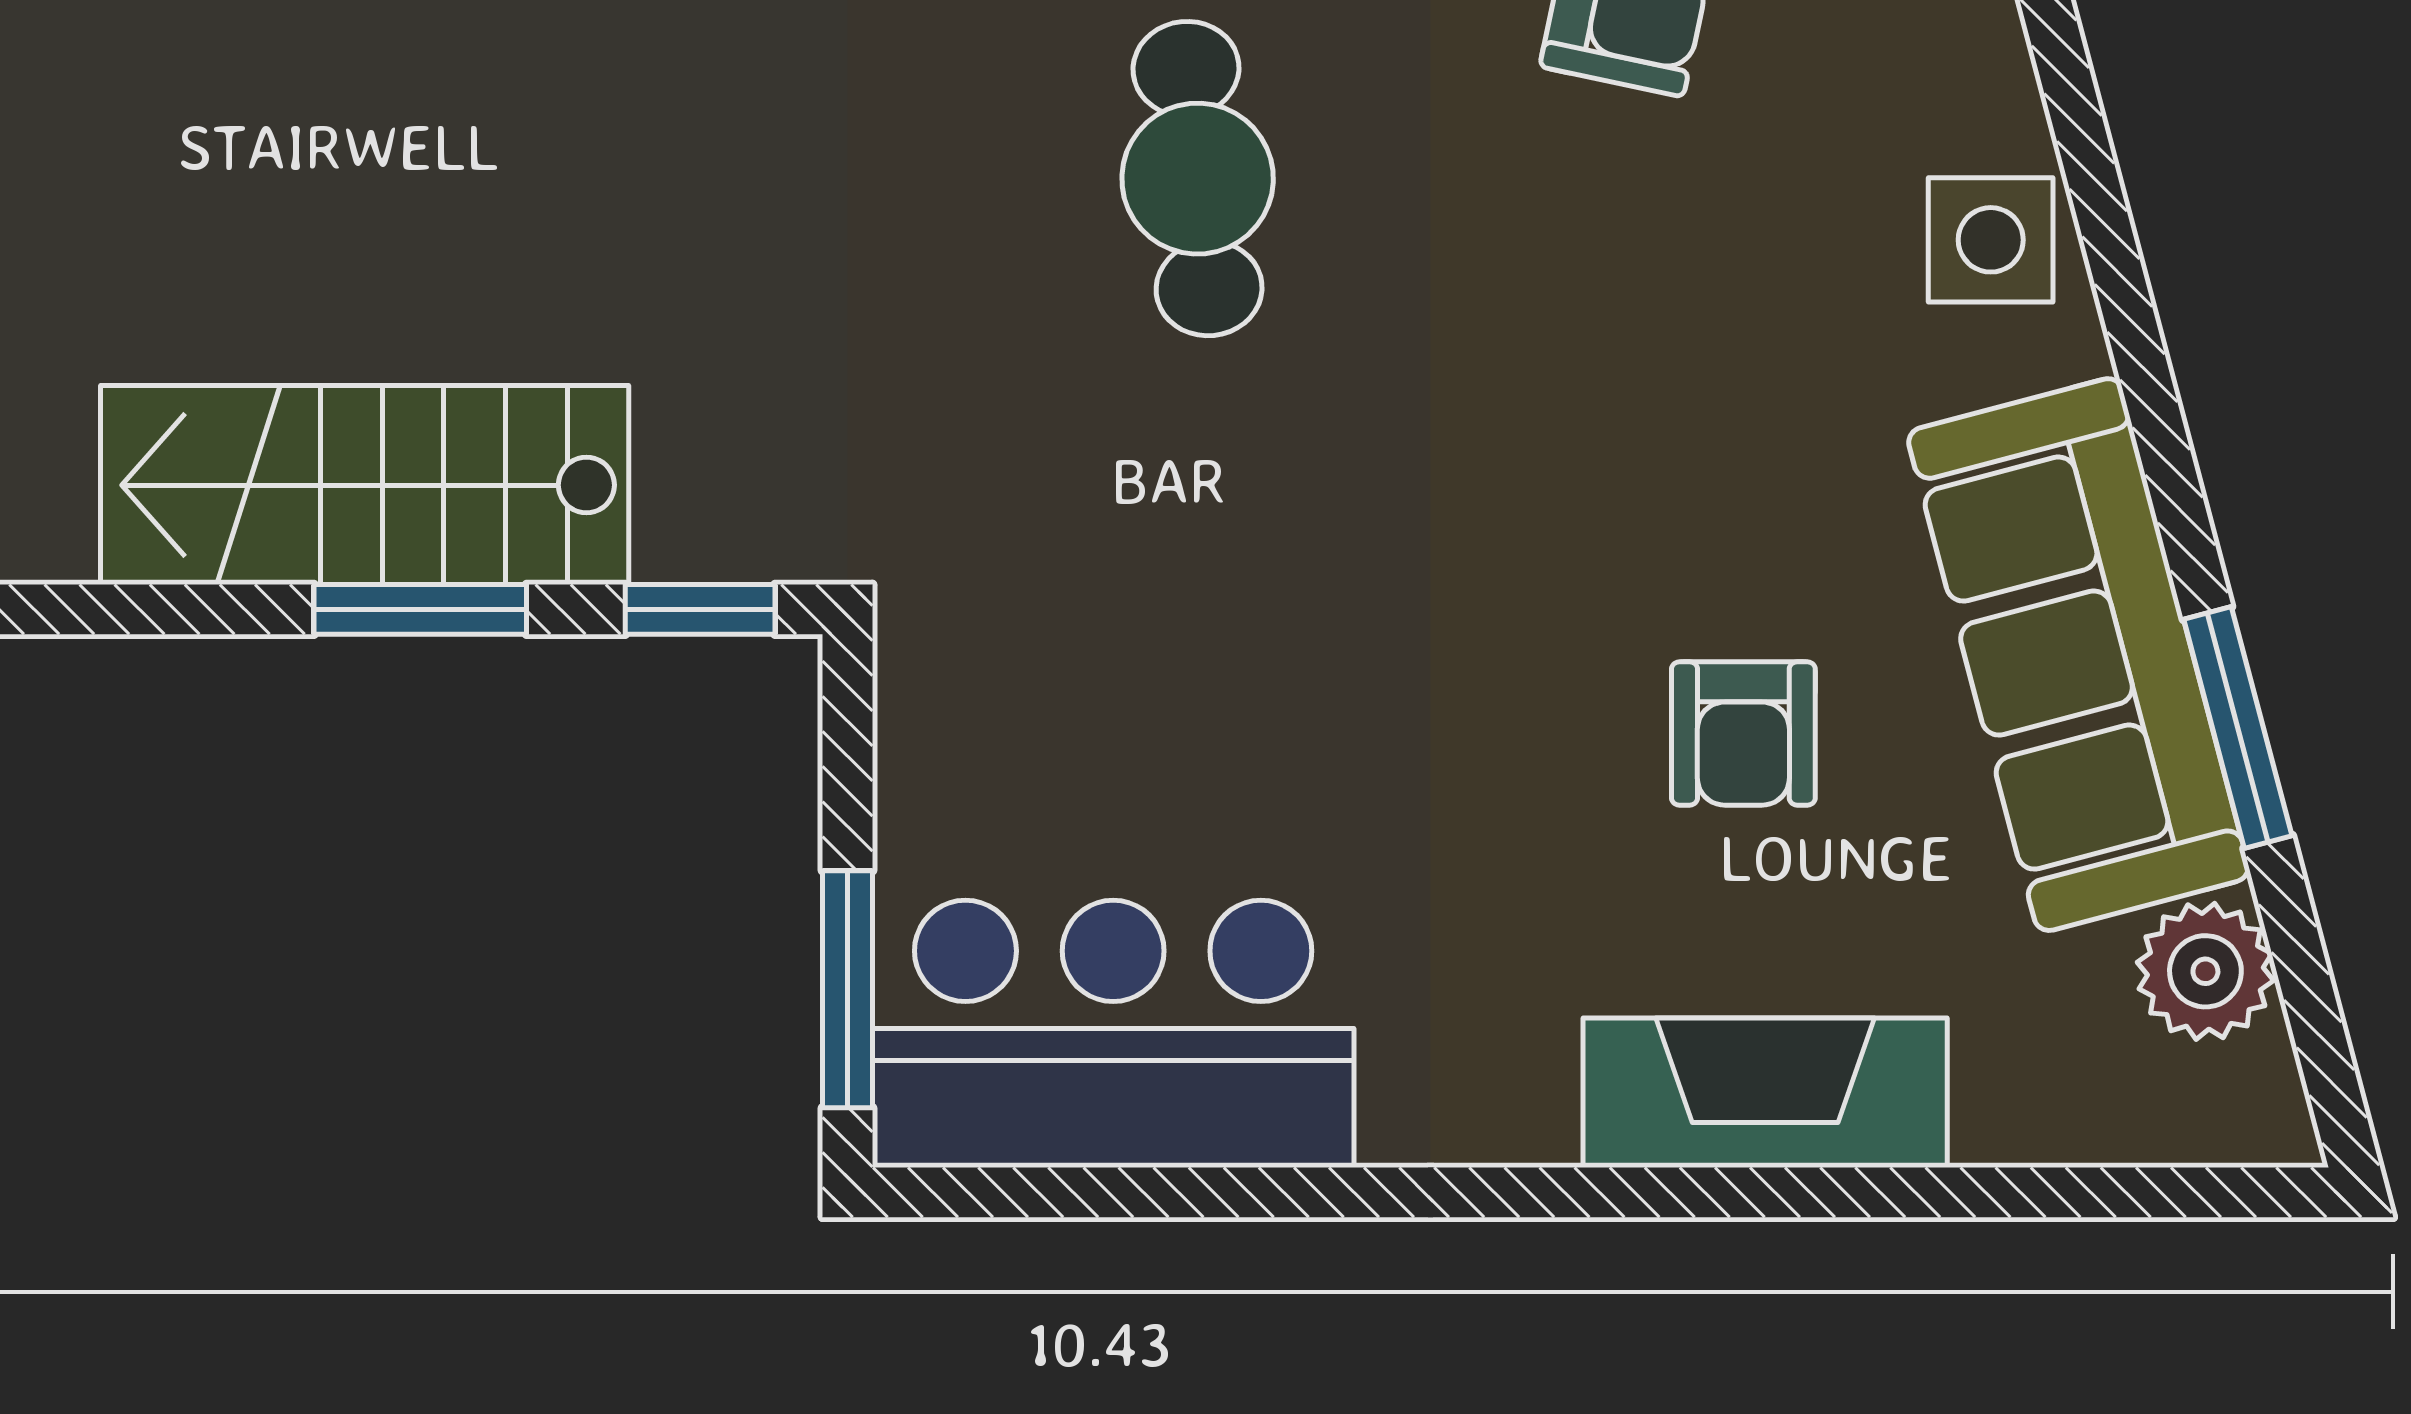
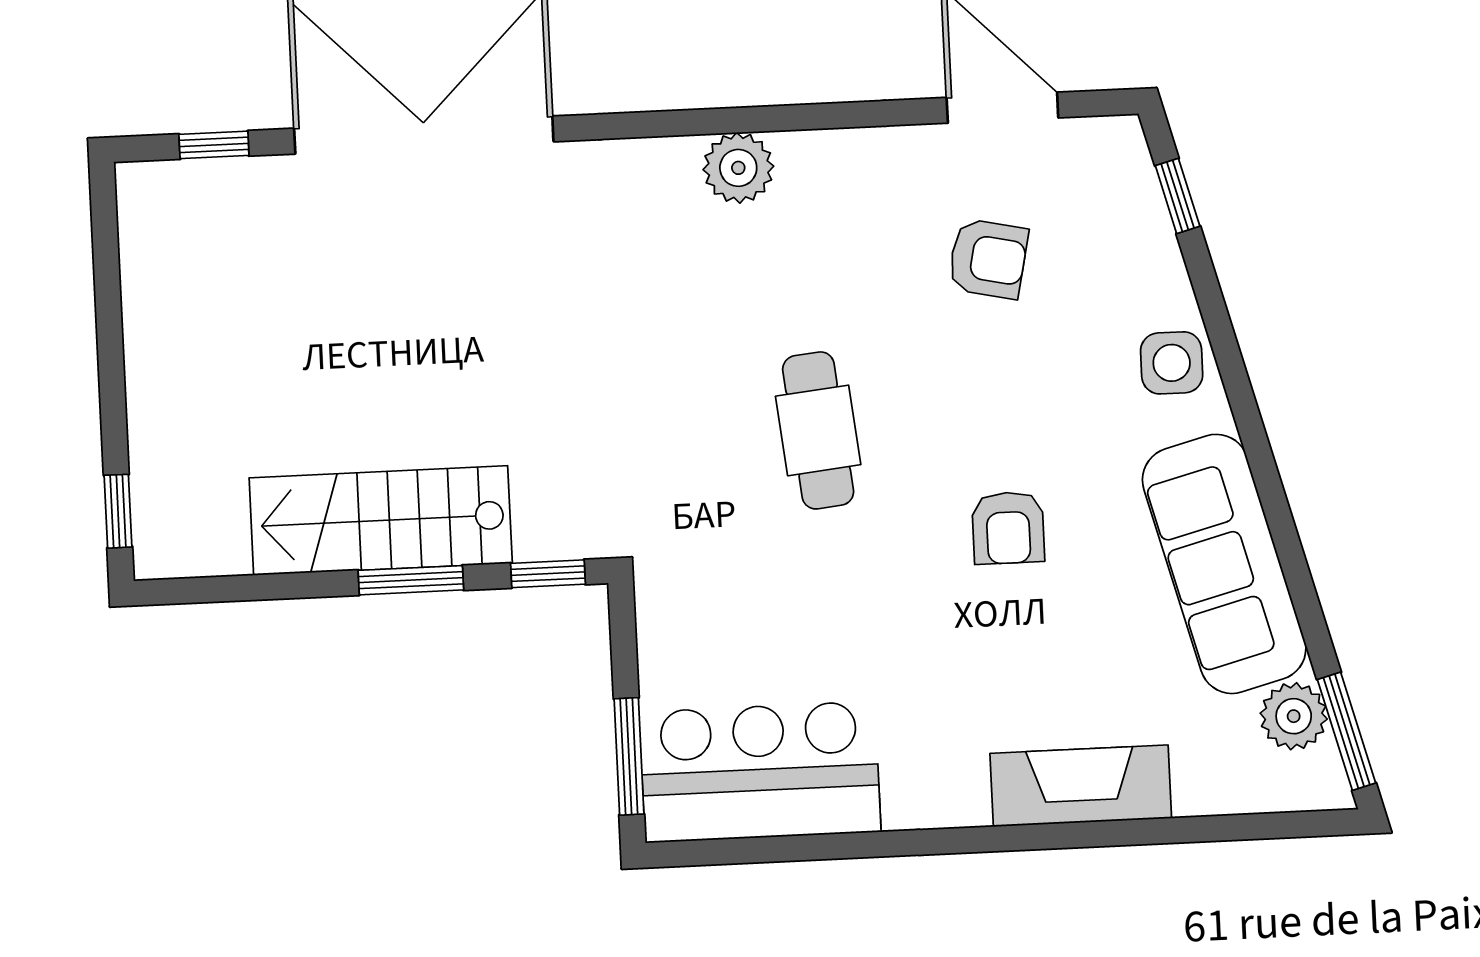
cafe table: (1198, 179) -> (818, 430), moved
window: (2238, 728) -> (1347, 731), moved
armchair: (1743, 734) -> (1008, 528), moved

